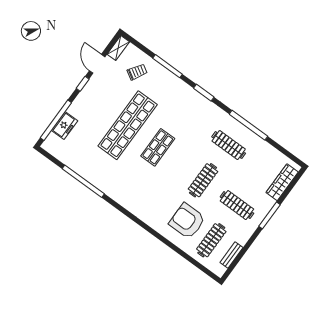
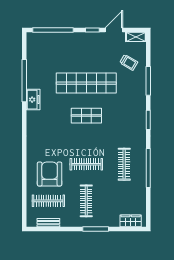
freezer: (65, 126) -> (33, 100), moved, turned -90
wardrobe: (282, 182) -> (131, 221), width x0.67

